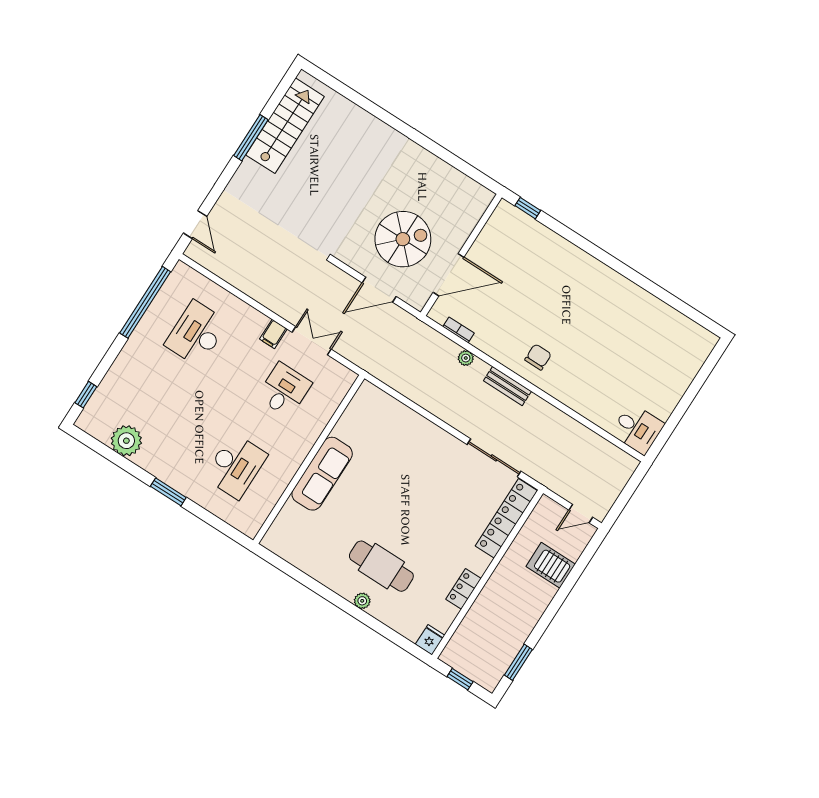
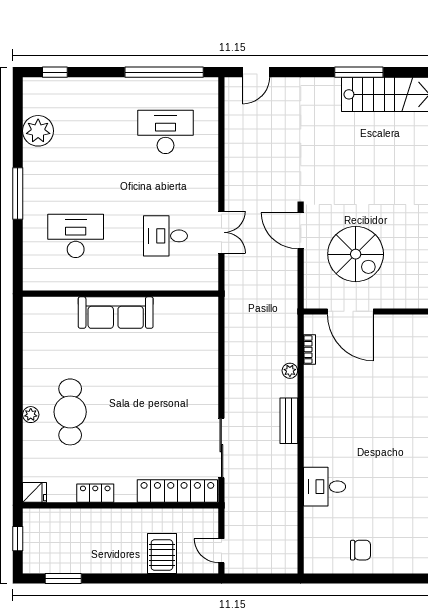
door: (379, 290) -> (301, 231), moved
filing cabinet: (273, 334) -> (207, 197), removed
chair: (538, 357) -> (361, 550), moved
desk: (284, 390) -> (165, 236), turned 180
desk: (637, 429) -> (324, 487), moved, turned 90
desk: (236, 466) -> (76, 236), turned 180
window: (168, 492) -> (18, 193), width x1.44

